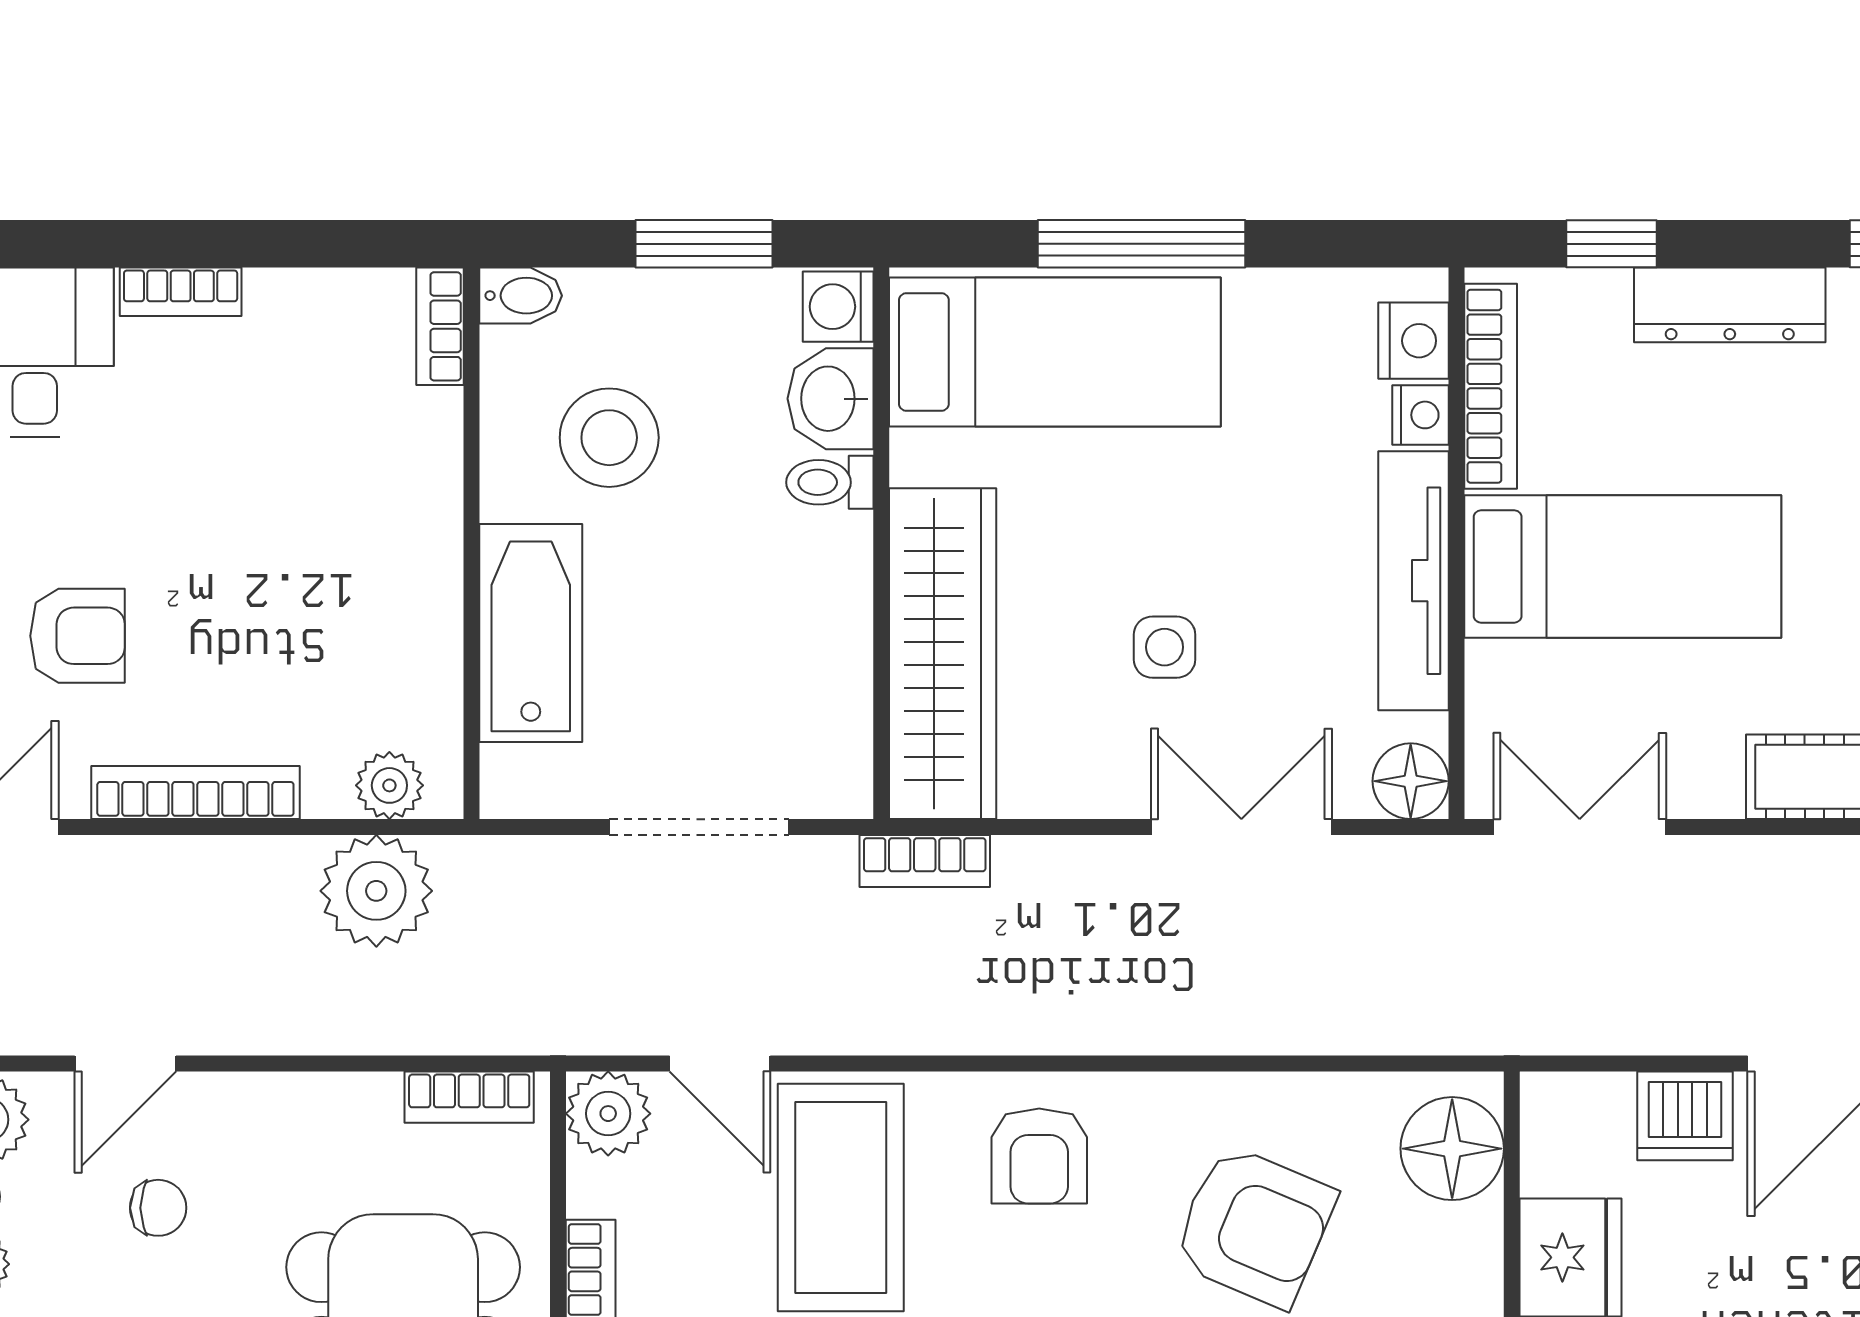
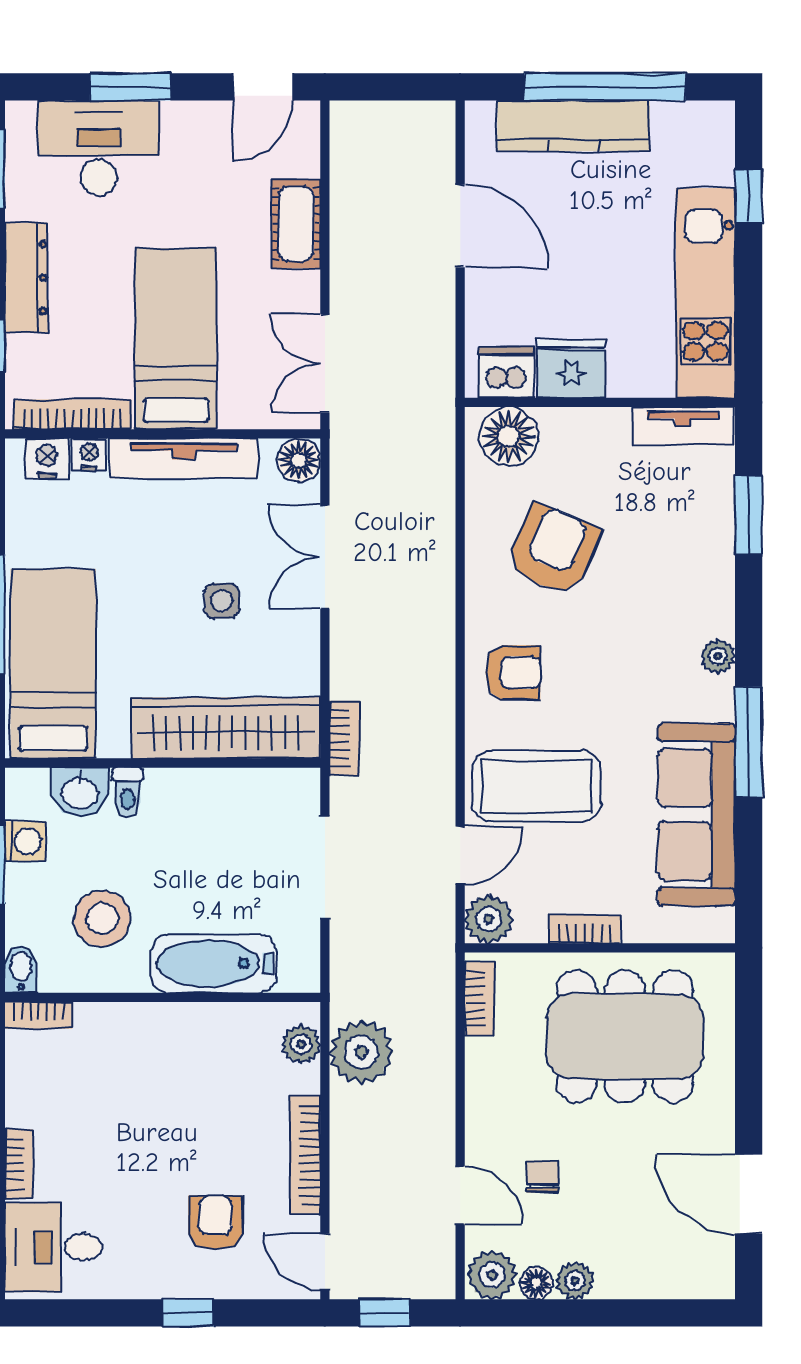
washing machine: (838, 307) -> (25, 841), moved, turned -90
dishwasher: (1685, 1116) -> (506, 372), moved, turned -90

